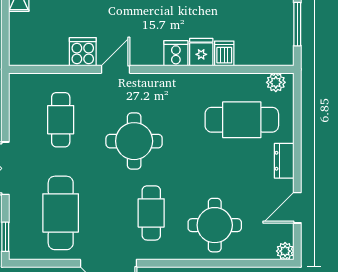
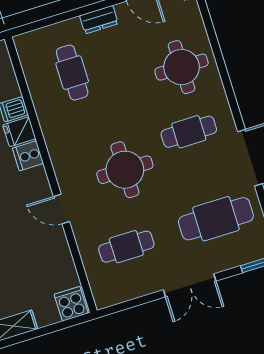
cooker: (83, 52) -> (71, 304), moved, turned 90
plant: (276, 82) -> (26, 51), removed
cafe table: (242, 120) -> (72, 73), width x0.73, depth x0.74

